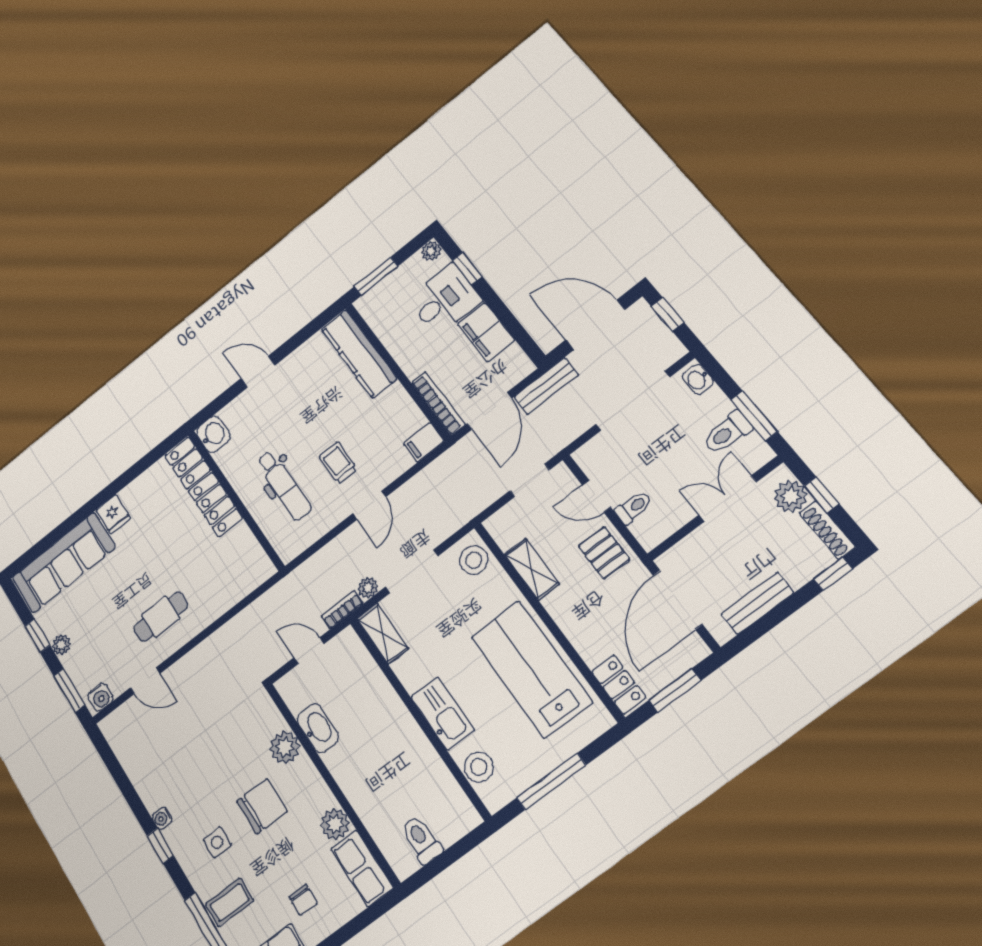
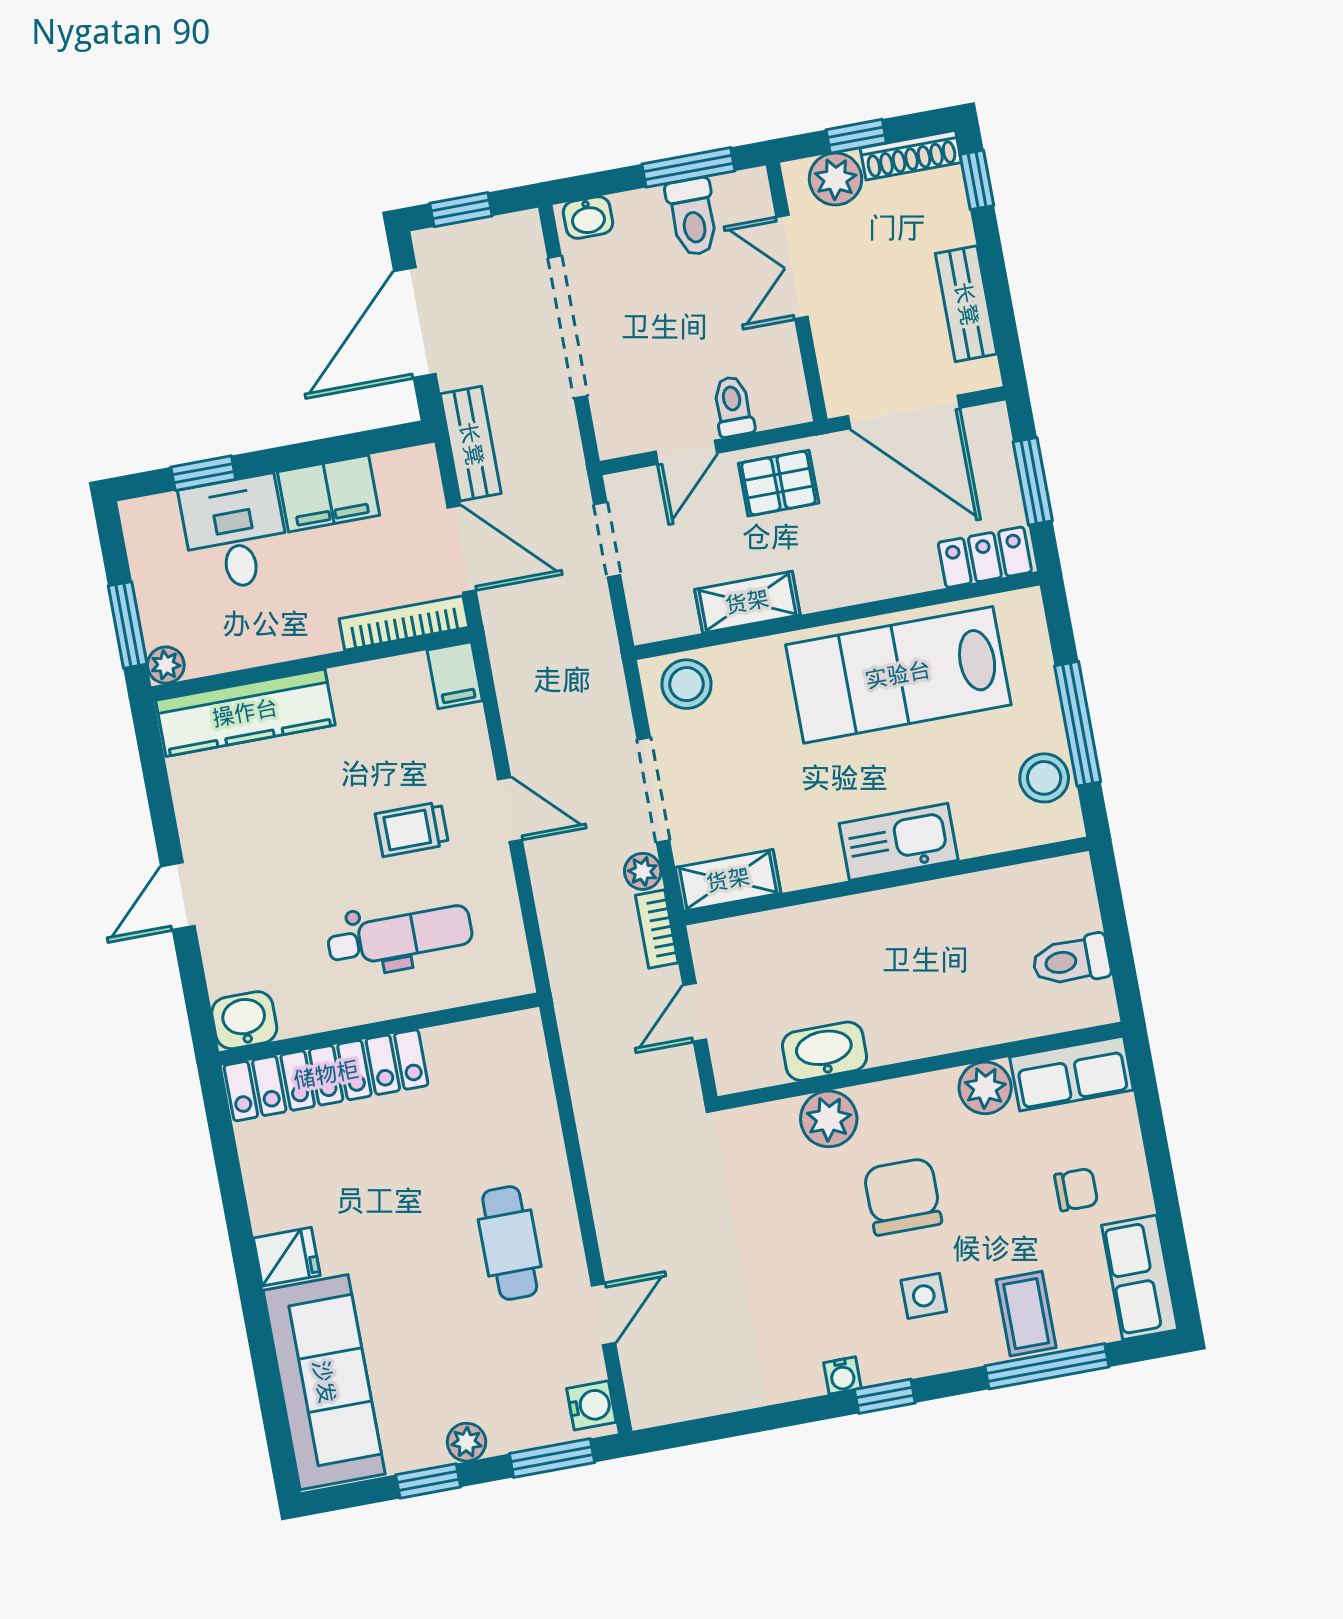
plant: (431, 251) -> (166, 665), moved
stool: (479, 767) -> (1044, 778), moved

